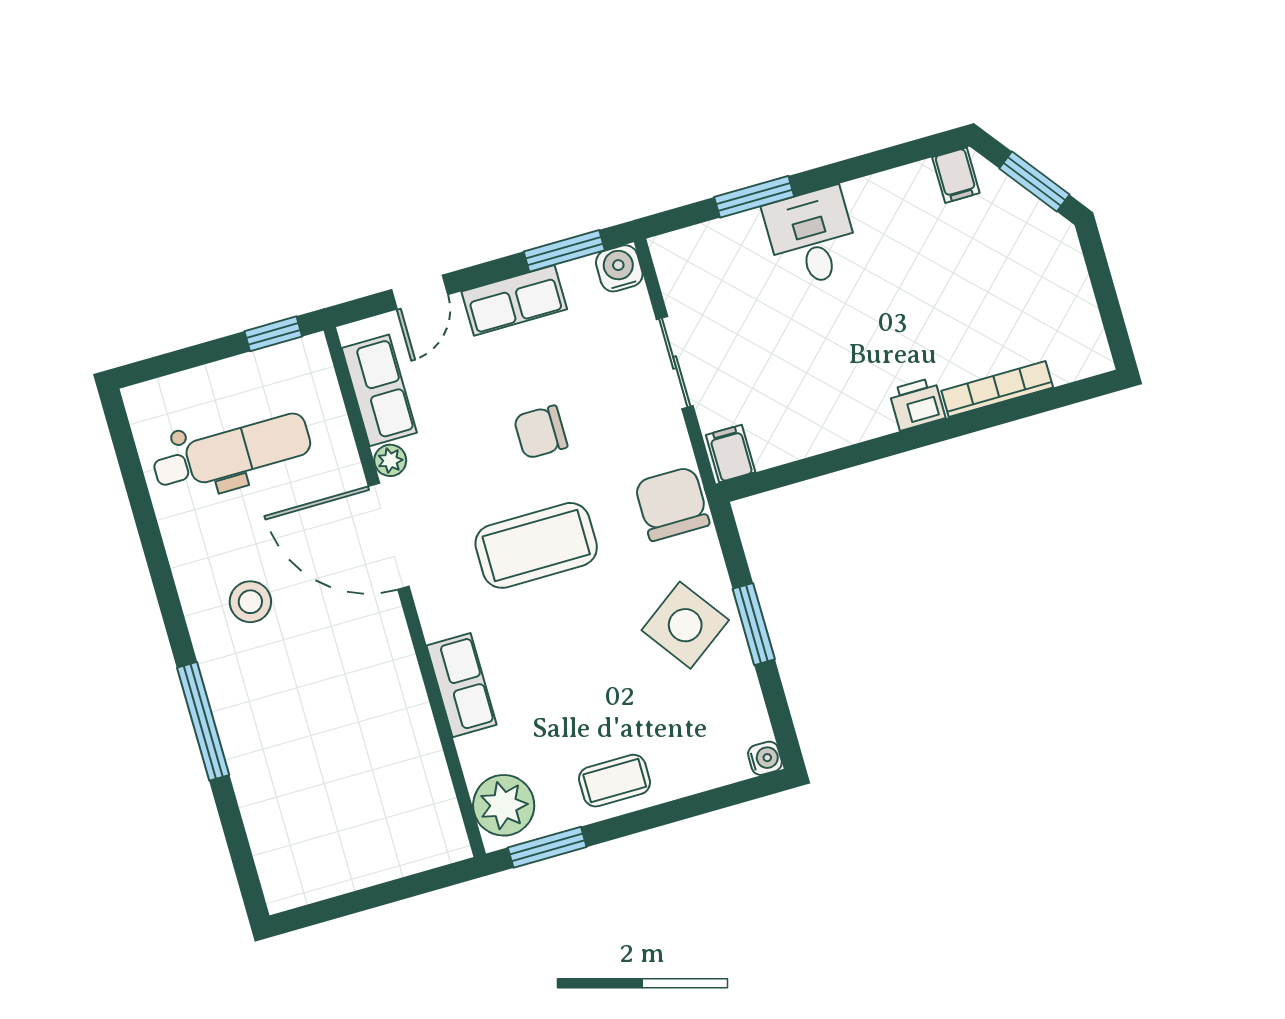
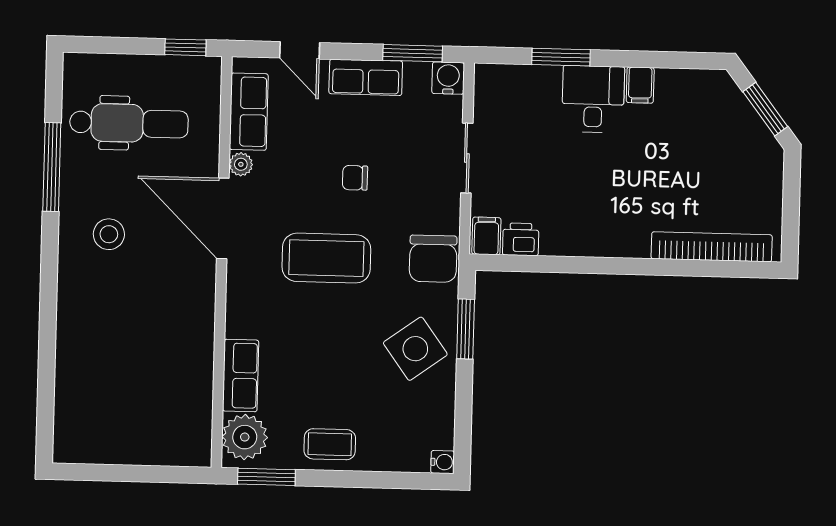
filing cabinet: (956, 175) -> (640, 85), moved
door: (420, 292) -> (300, 50), hinge flipped
bookcase: (997, 389) -> (712, 247), width x1.48, depth x1.31
printer: (917, 404) -> (521, 239), moved
chair: (541, 432) -> (355, 178), width x0.73, depth x0.73
chair: (672, 504) -> (433, 259), turned 180
window: (754, 624) -> (466, 329), moved
row of seats: (462, 685) -> (241, 376), moved
window: (203, 721) -> (52, 167), moved

